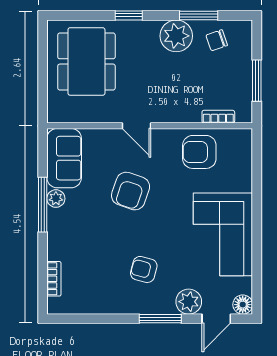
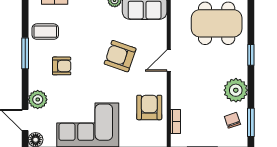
window: (199, 15) -> (251, 122), moved
armchair: (144, 269) -> (62, 66), turned 75
coffee table: (98, 292) -> (45, 32), added
window: (160, 319) -> (25, 53), moved

